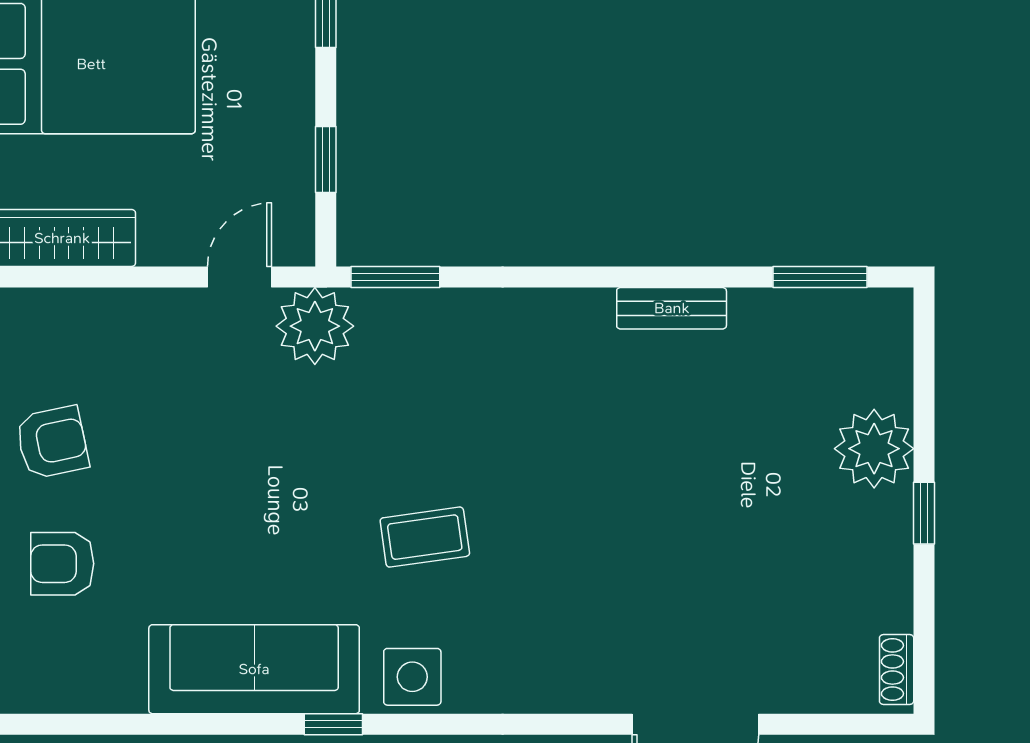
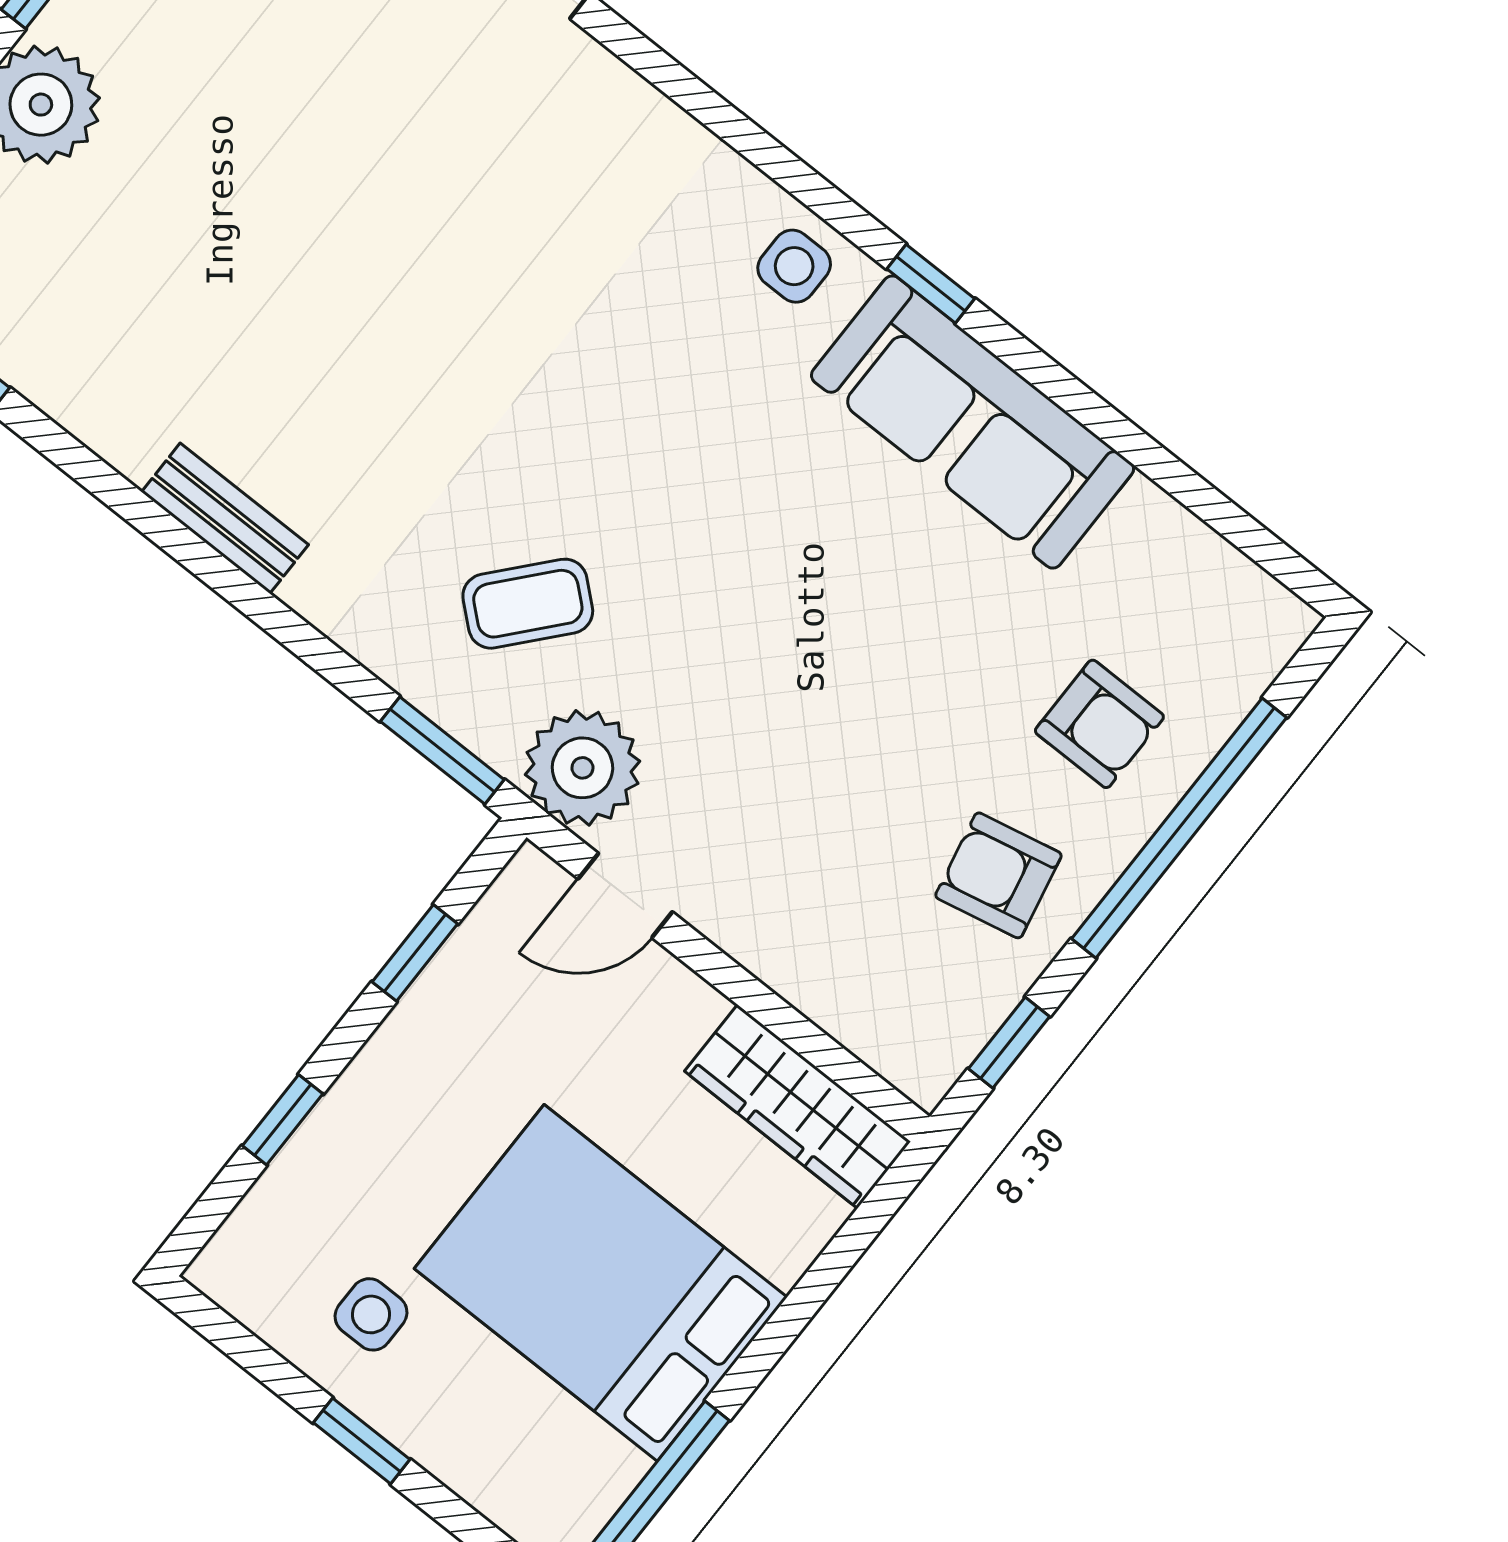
bench: (672, 308) -> (225, 518), moved
coffee table: (425, 537) -> (528, 604), moved, turned -41
side table: (412, 677) -> (794, 266), width x0.73, depth x0.73

